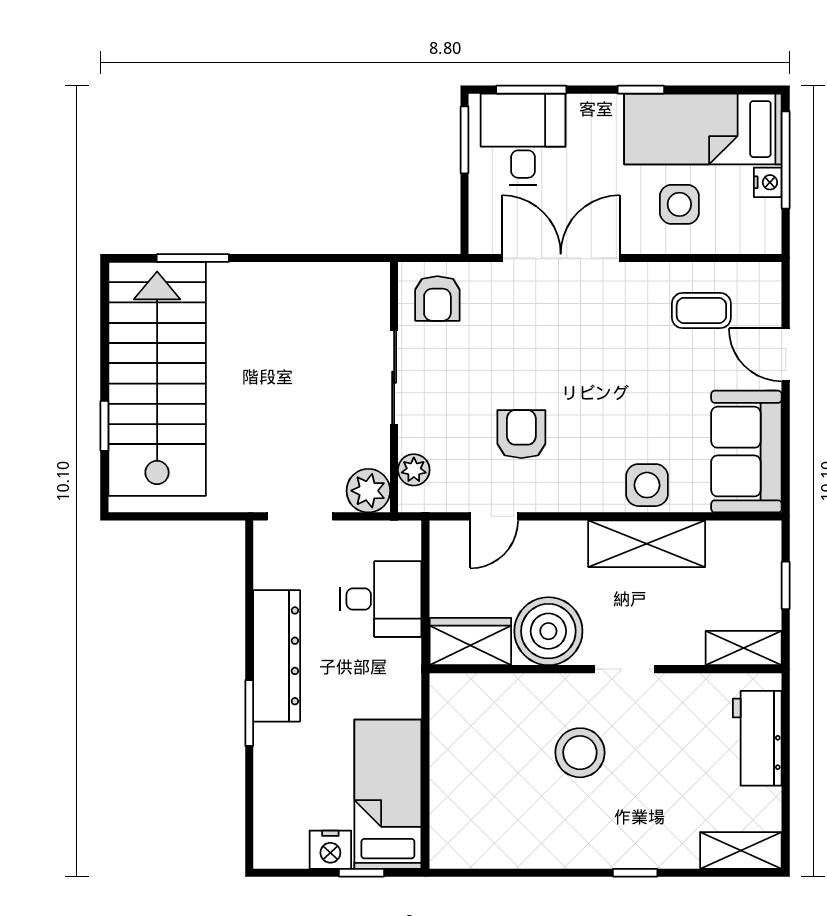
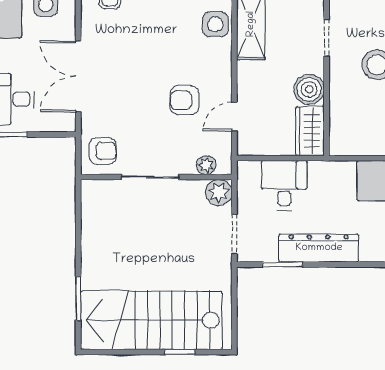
door: (494, 516) -> (234, 117), swing flipped
boiler: (548, 631) -> (309, 89), width x0.73, depth x0.73
window: (249, 713) -> (283, 265), moved

